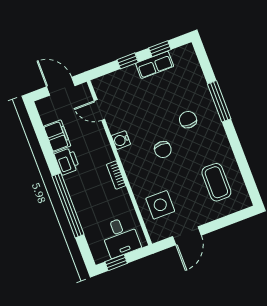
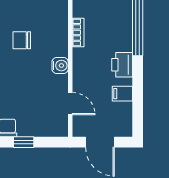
filing cabinet: (57, 136) -> (122, 94), width x0.50
chair: (163, 150) -> (22, 40), turned -90

